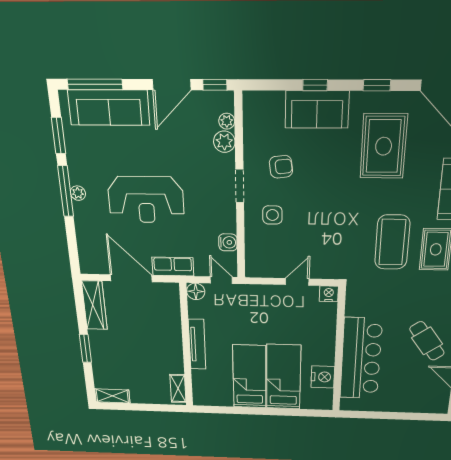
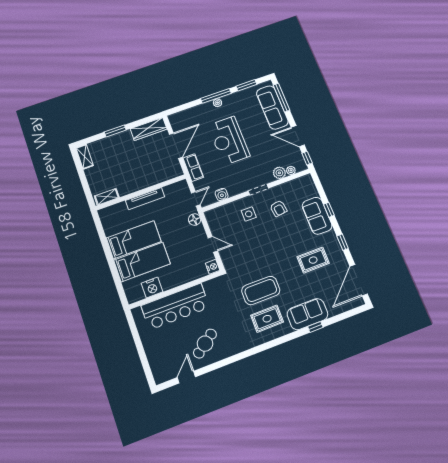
rug: (384, 146) -> (313, 260), width x0.73, depth x0.70
floor lamp: (196, 291) -> (195, 220), moved

